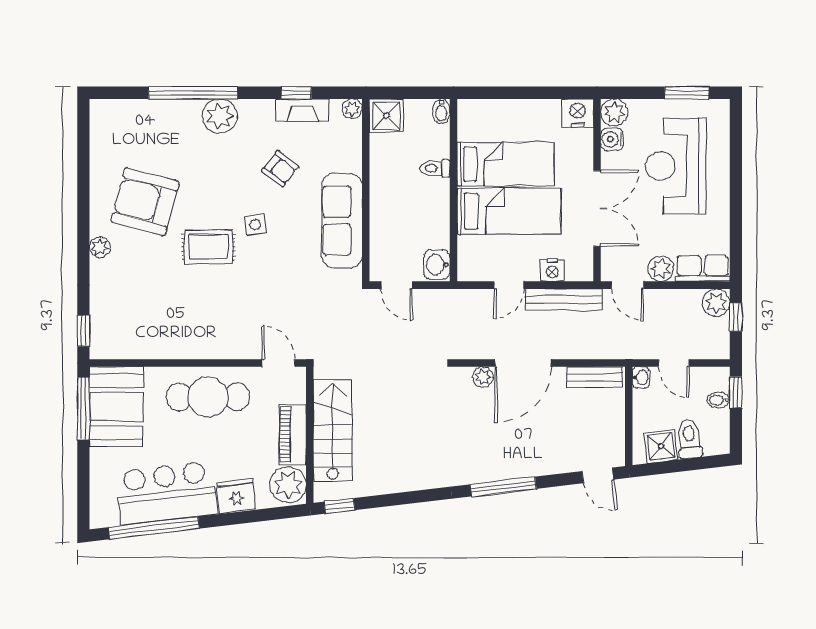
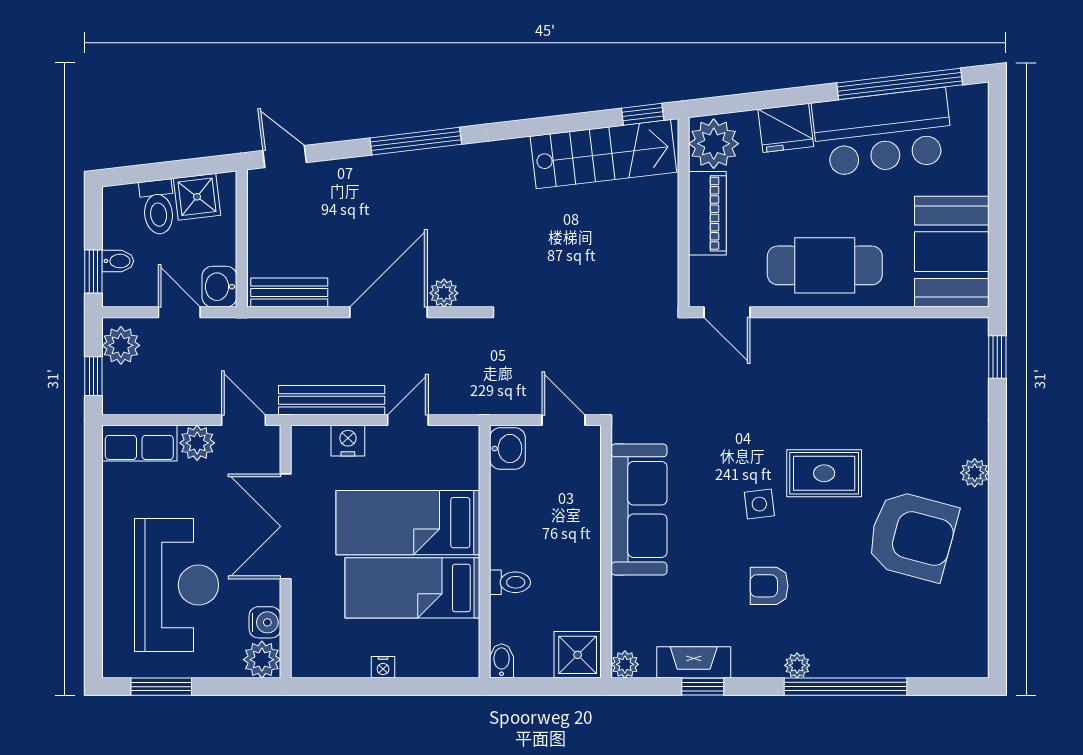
nightstand: (578, 113) -> (383, 667), moved, width x0.53, depth x0.56
plant: (220, 116) -> (797, 665), width x0.53, depth x0.53
armchair: (280, 169) -> (769, 586), moved, turned -38
plant: (716, 303) -> (121, 345), moved
washbasin: (641, 377) -> (219, 287), width x1.38, depth x1.45
window: (83, 408) -> (997, 249), removed
stairs: (333, 431) -> (603, 154), moved, turned -97

